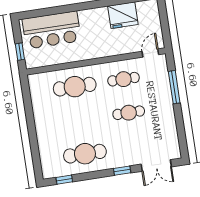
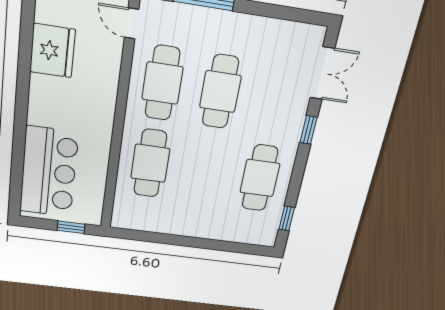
cafe table: (124, 79) -> (162, 83), width x1.37, depth x1.35
cafe table: (129, 113) -> (220, 92), width x1.37, depth x1.35

